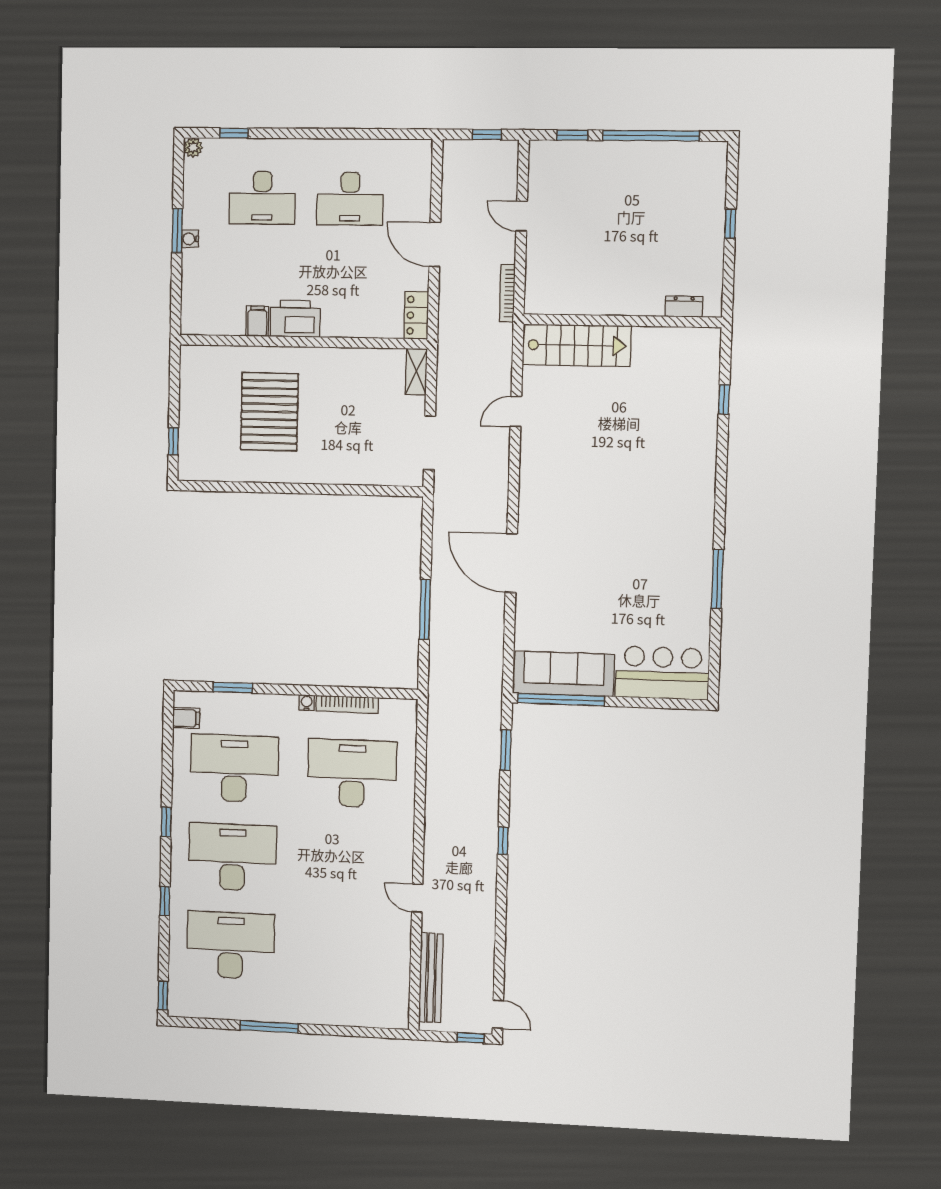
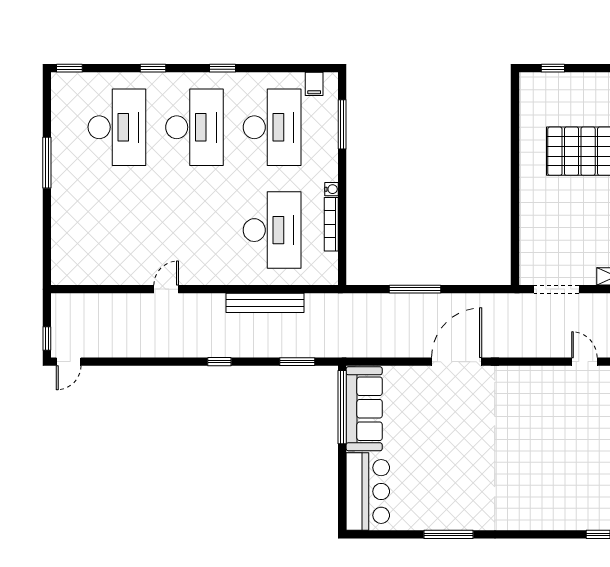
window: (233, 688) -> (342, 124), width x1.44
bench: (431, 978) -> (265, 303), moved

